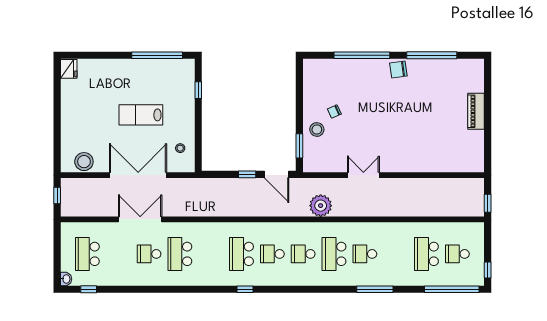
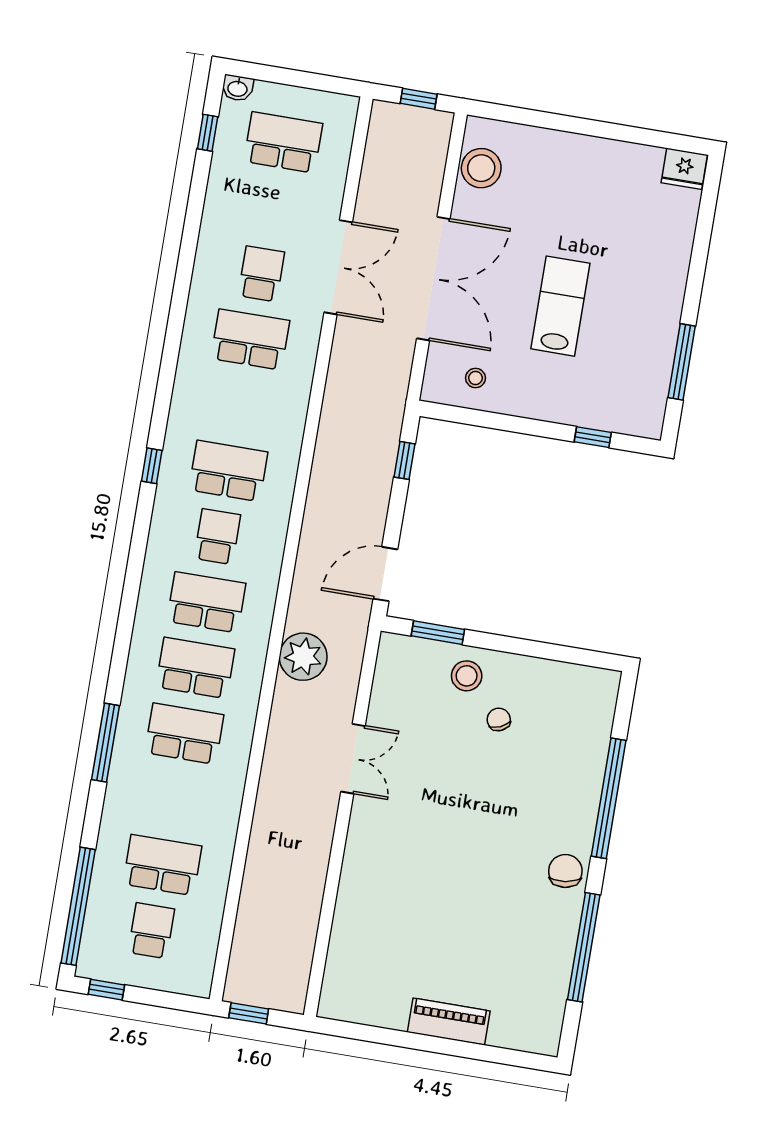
window: (157, 55) -> (682, 362), width x0.68
window: (247, 174) -> (404, 460), moved
school desk: (303, 254) -> (206, 602), width x1.85
school desk: (365, 254) -> (184, 734), width x1.85

